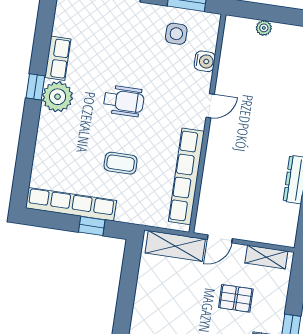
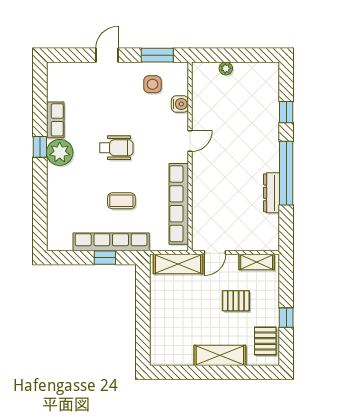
row of seats: (71, 204) -> (111, 242), moved

